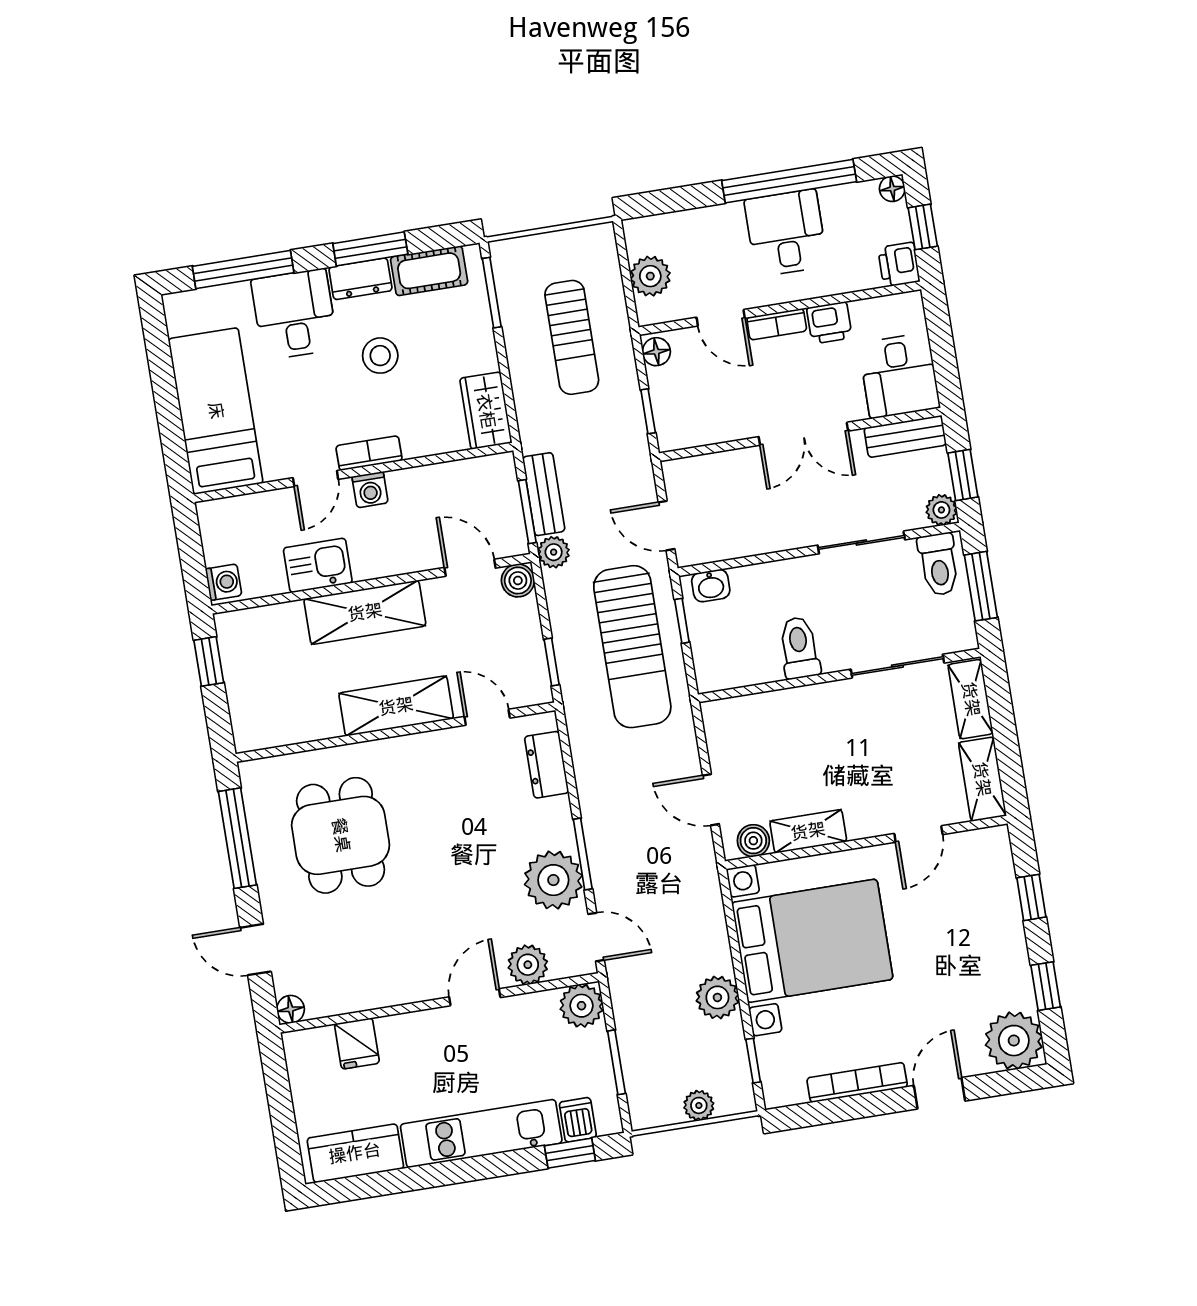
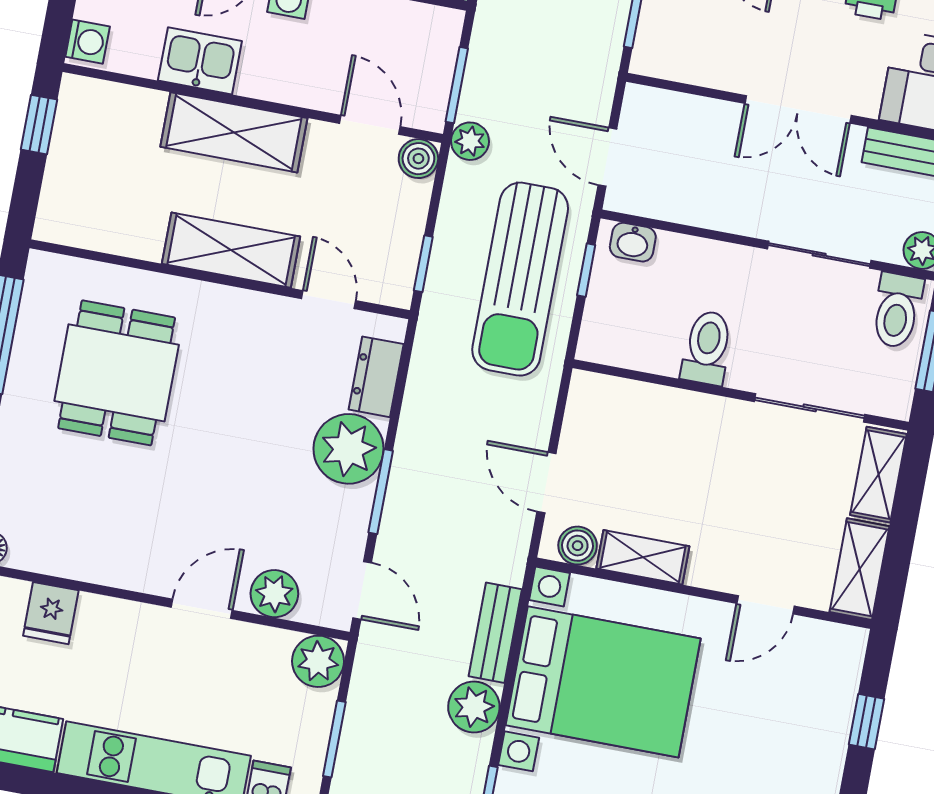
bench: (544, 494) -> (495, 633), moved
plant: (553, 880) -> (349, 449), moved

